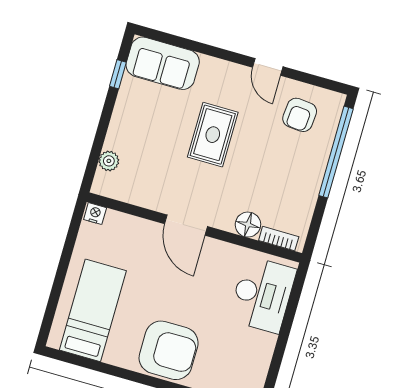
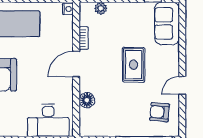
rug: (213, 135) -> (134, 65), turned 90
bookcase: (279, 239) -> (84, 38), moved

